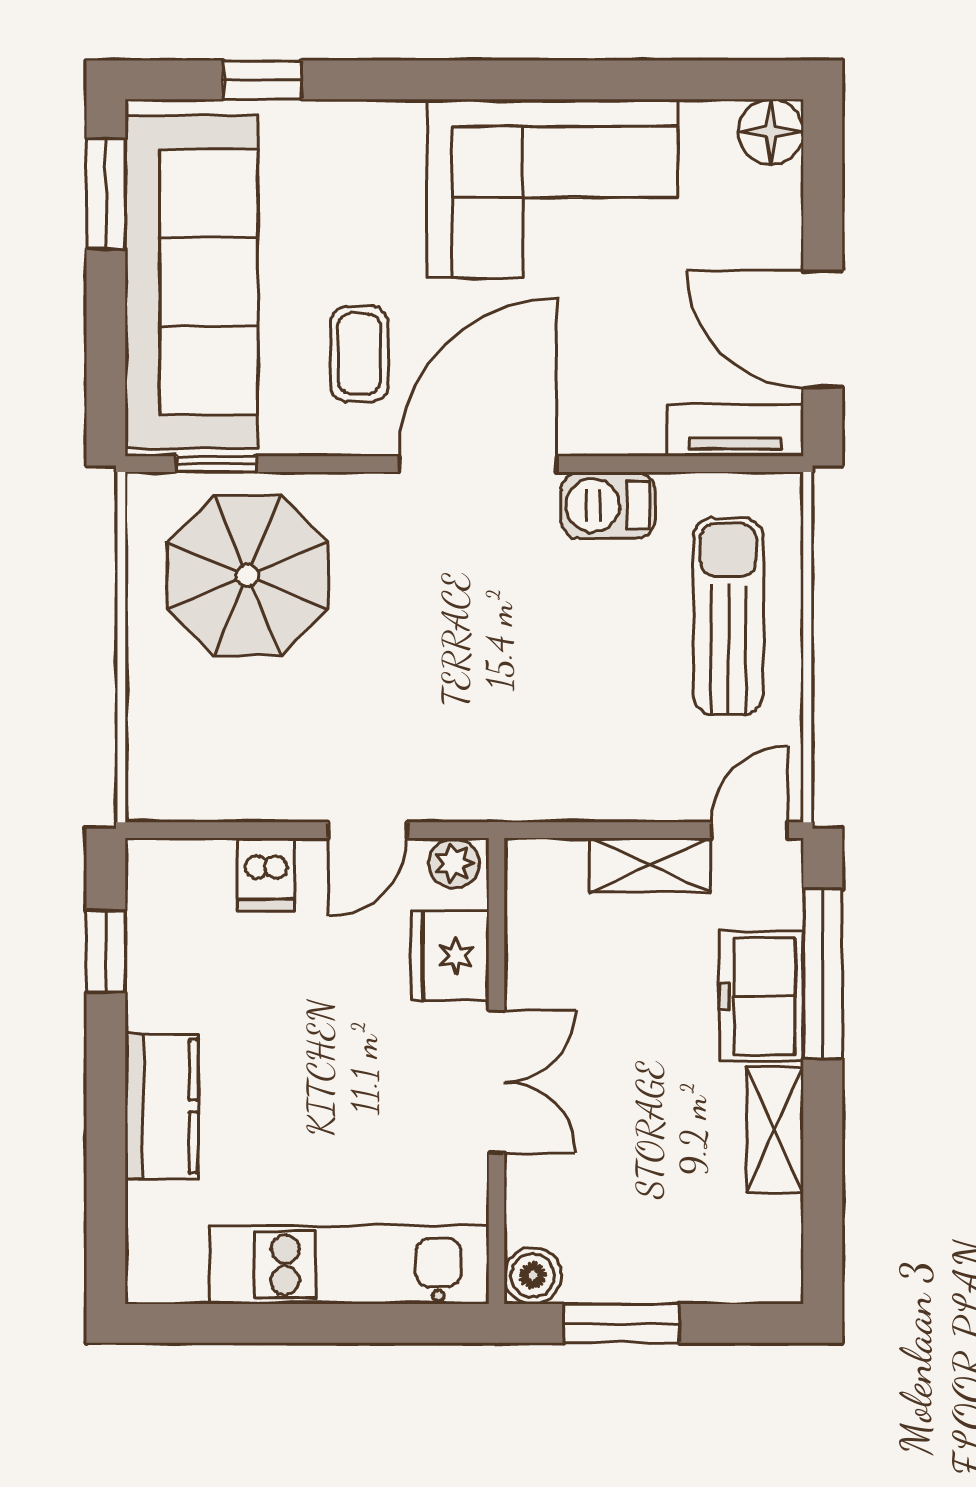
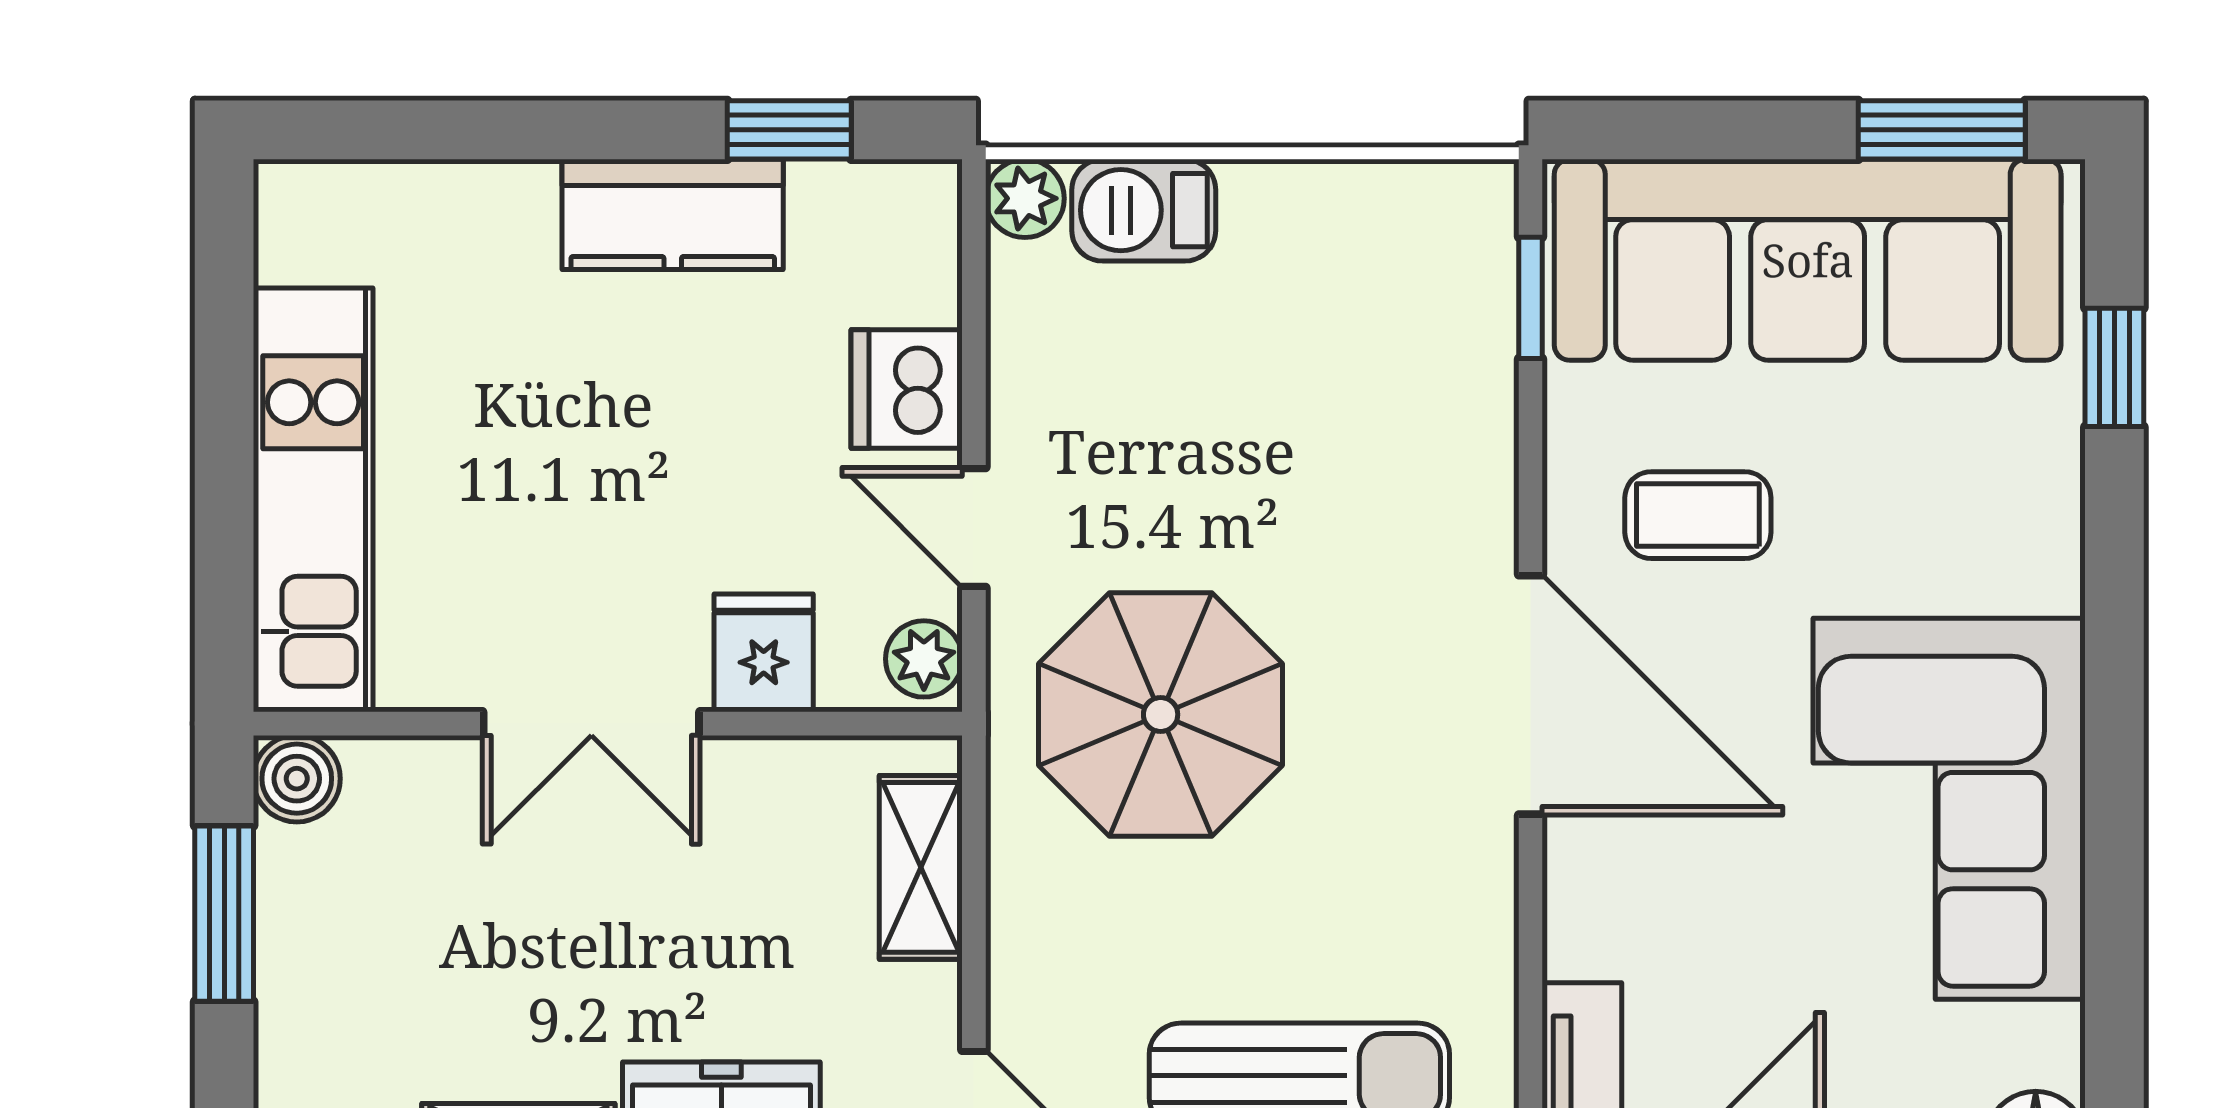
barbecue: (608, 505) -> (1144, 210), moved, turned -90
parasol: (247, 575) -> (1161, 714), moved
plant: (151, 797) -> (1025, 198), added
shelving: (650, 865) -> (921, 867), moved
dishwasher: (266, 874) -> (907, 389), width x1.38
fridge: (450, 956) -> (764, 653), width x0.72
kitchen counter: (162, 1106) -> (673, 214), moved

